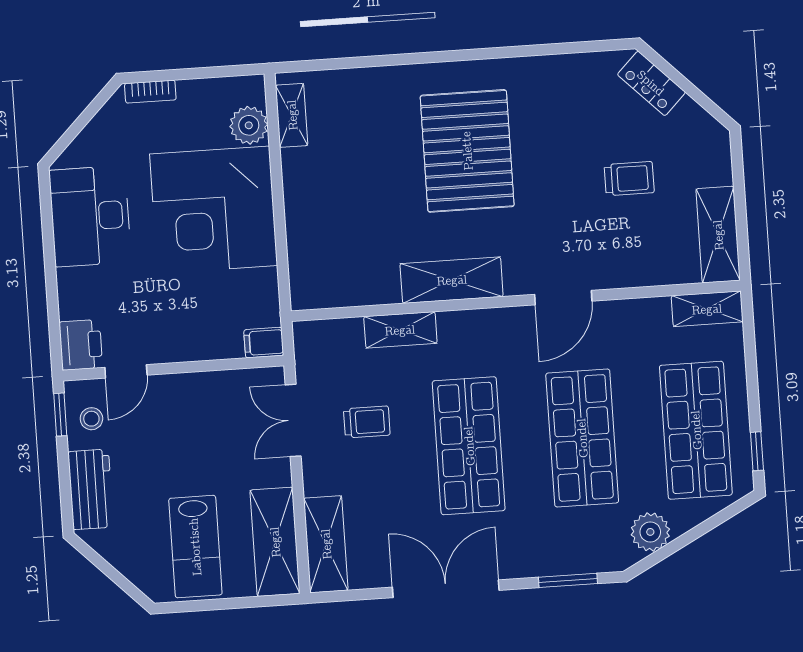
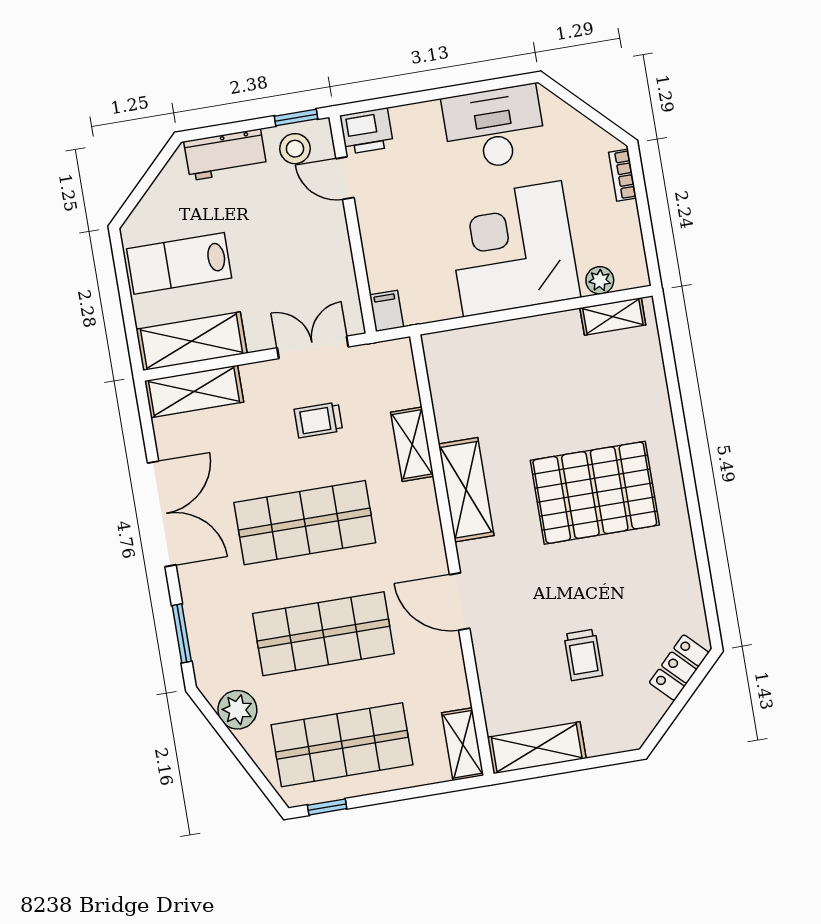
plant: (249, 125) -> (600, 280), width x0.73, depth x0.73
stool: (91, 419) -> (295, 149), width x1.37, depth x1.37
trolley: (367, 422) -> (318, 420), turned 90

